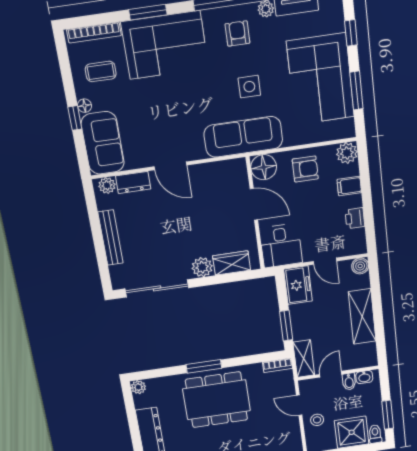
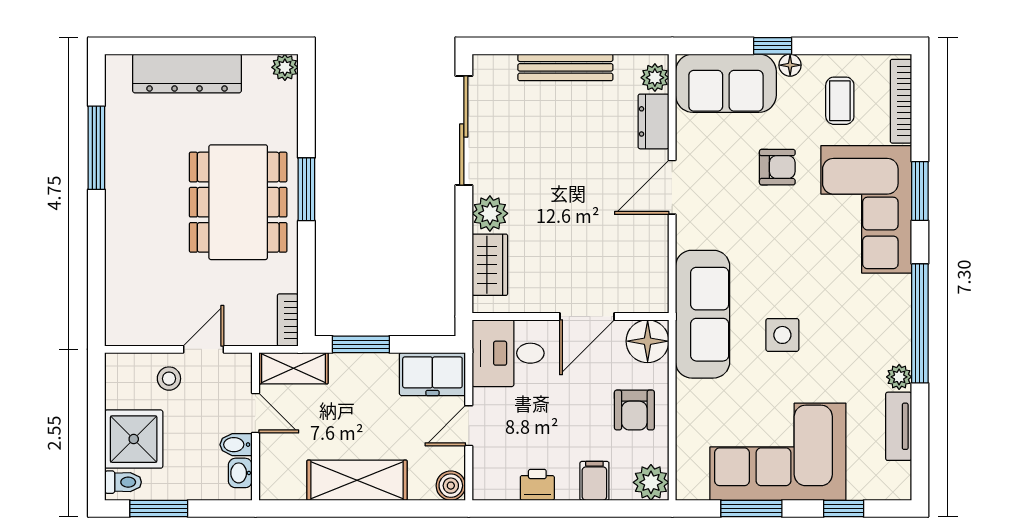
armchair: (237, 34) -> (777, 167), moved

